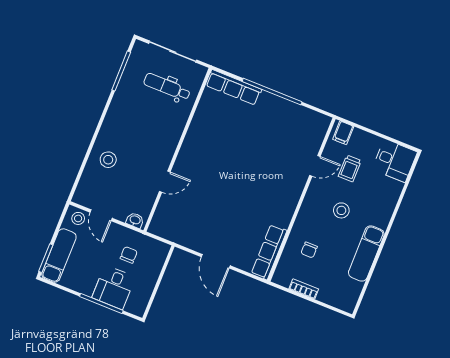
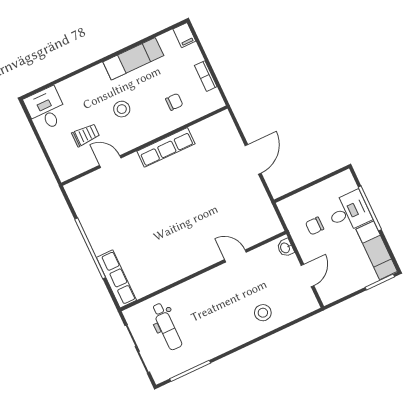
filing cabinet: (343, 133) -> (184, 35), moved, turned 90
stool: (78, 218) -> (327, 289), removed
row of seats: (269, 252) -> (166, 147), moved
exam couch: (59, 256) -> (377, 250), moved, turned -90

